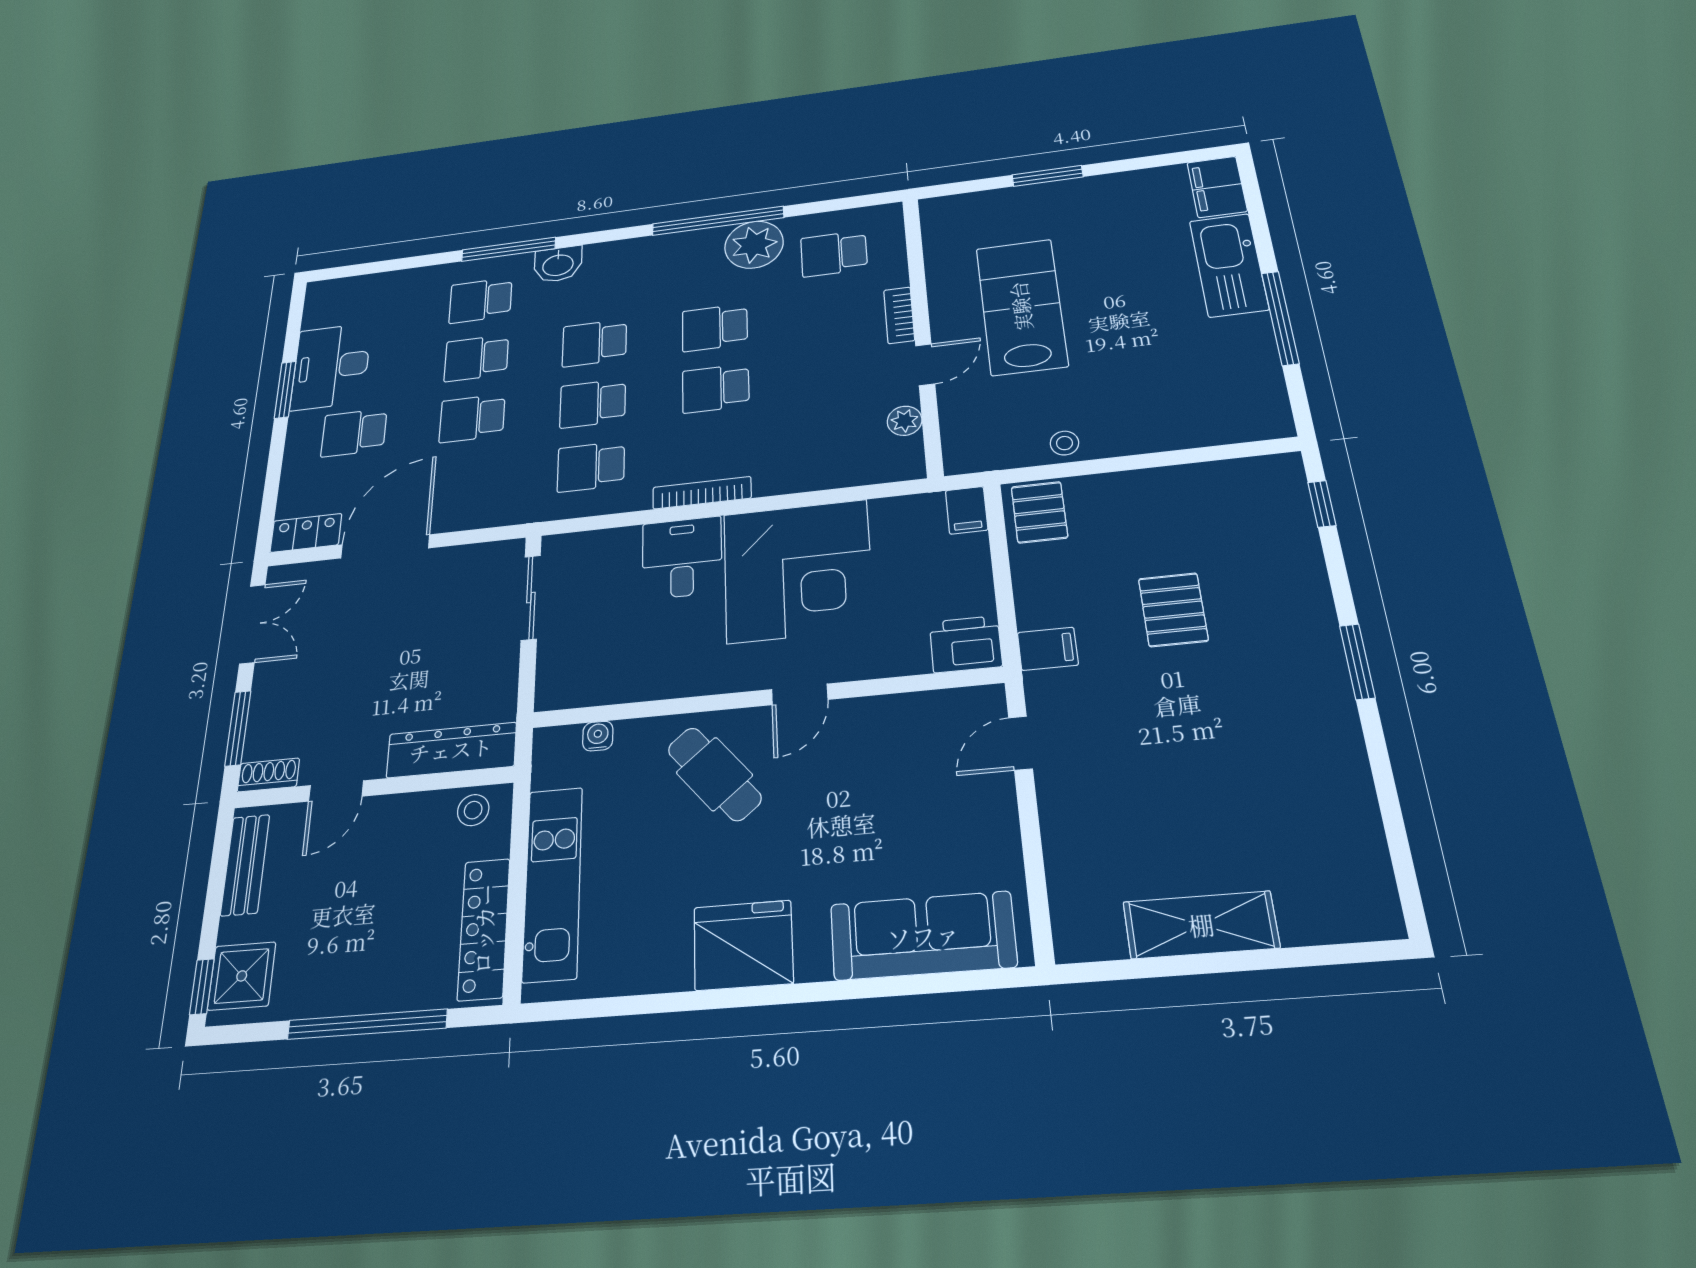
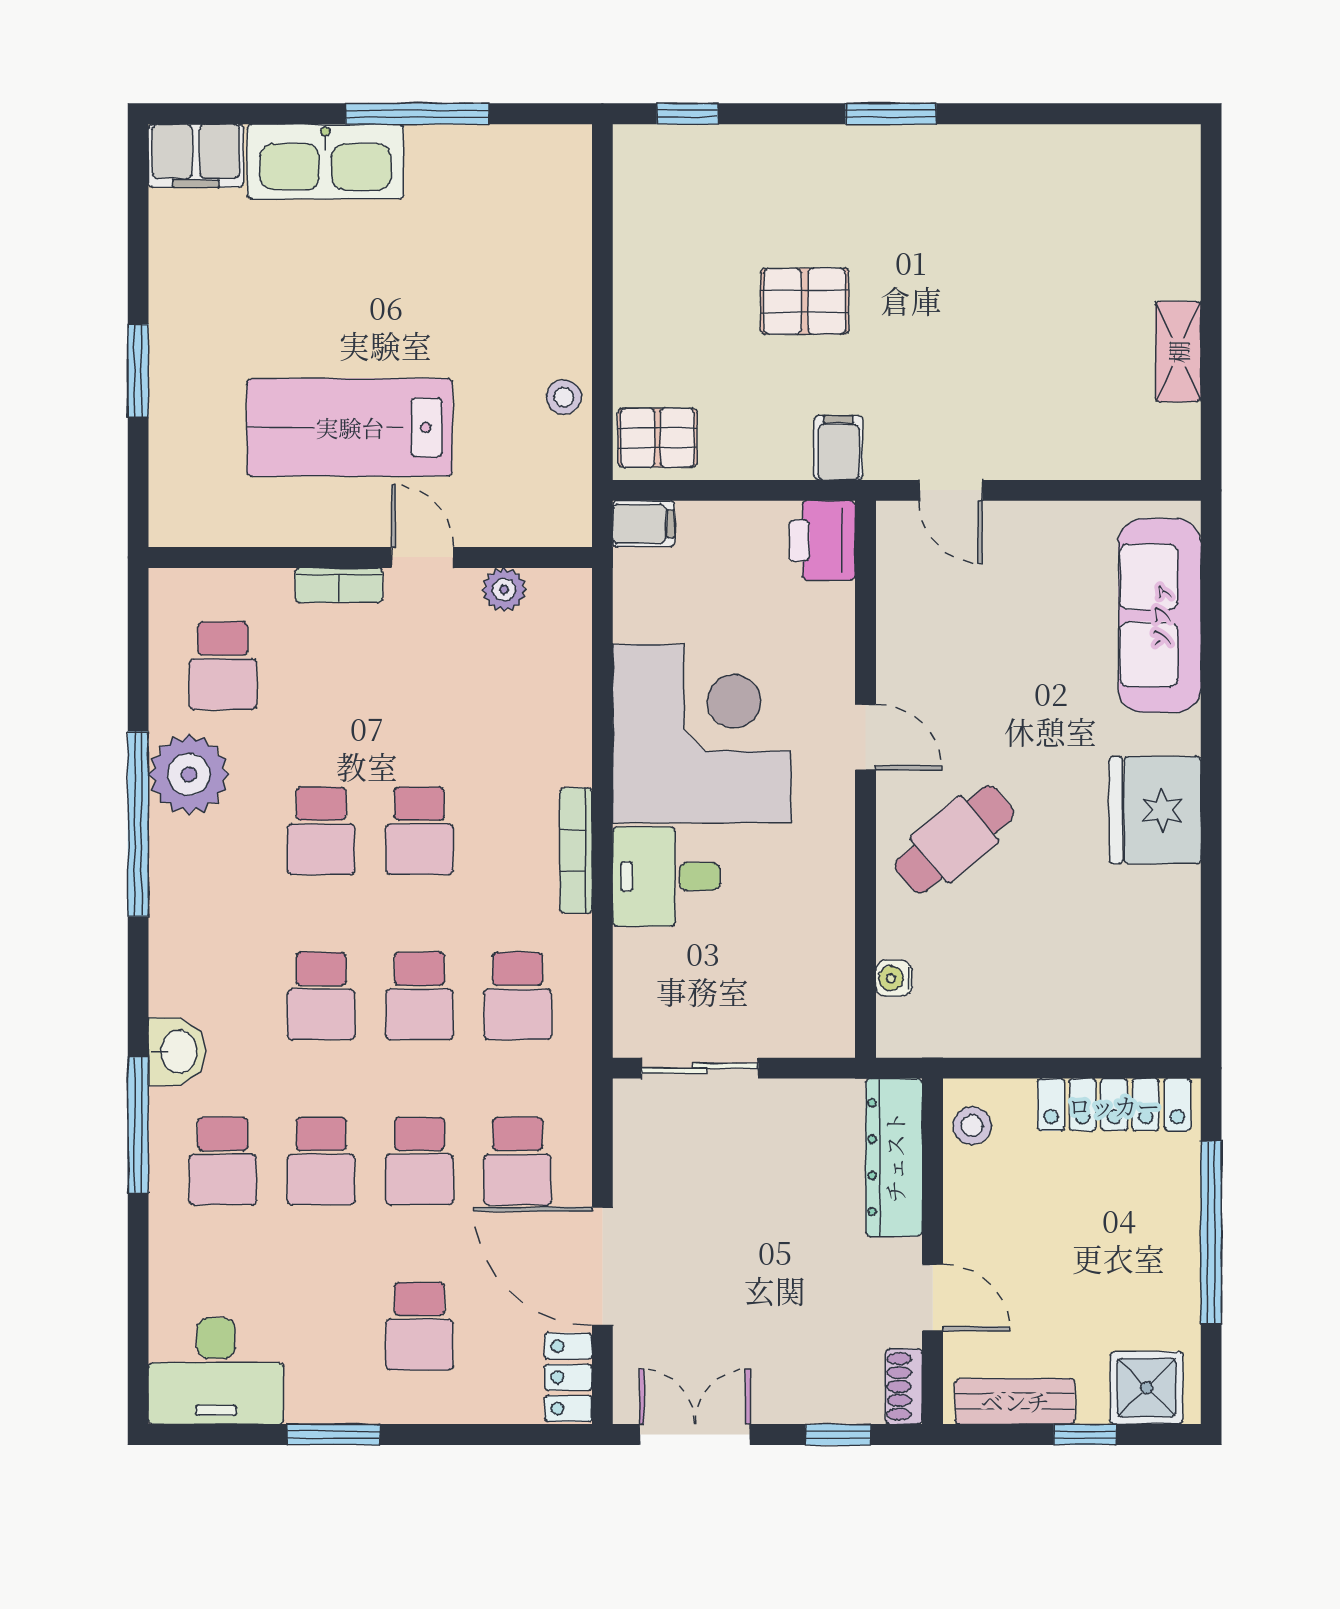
desk: (331, 366) -> (216, 1371), moved
school desk: (468, 481) -> (518, 1161), added
window: (238, 728) -> (838, 1434), width x0.67
kitchen unit: (553, 883) -> (1068, 1027), removed
shelving: (1201, 925) -> (1178, 352), width x0.67, depth x0.75
window: (202, 987) -> (1085, 1434), moved

